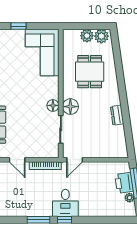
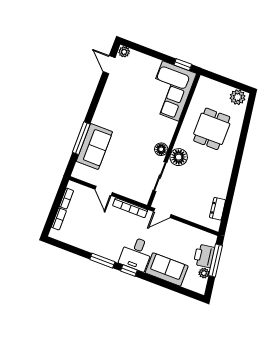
window: (18, 26) -> (183, 65), moved
plant: (87, 36) -> (223, 91), removed
dresser: (117, 115) -> (218, 209), moved
sofa: (96, 207) -> (167, 269), added

